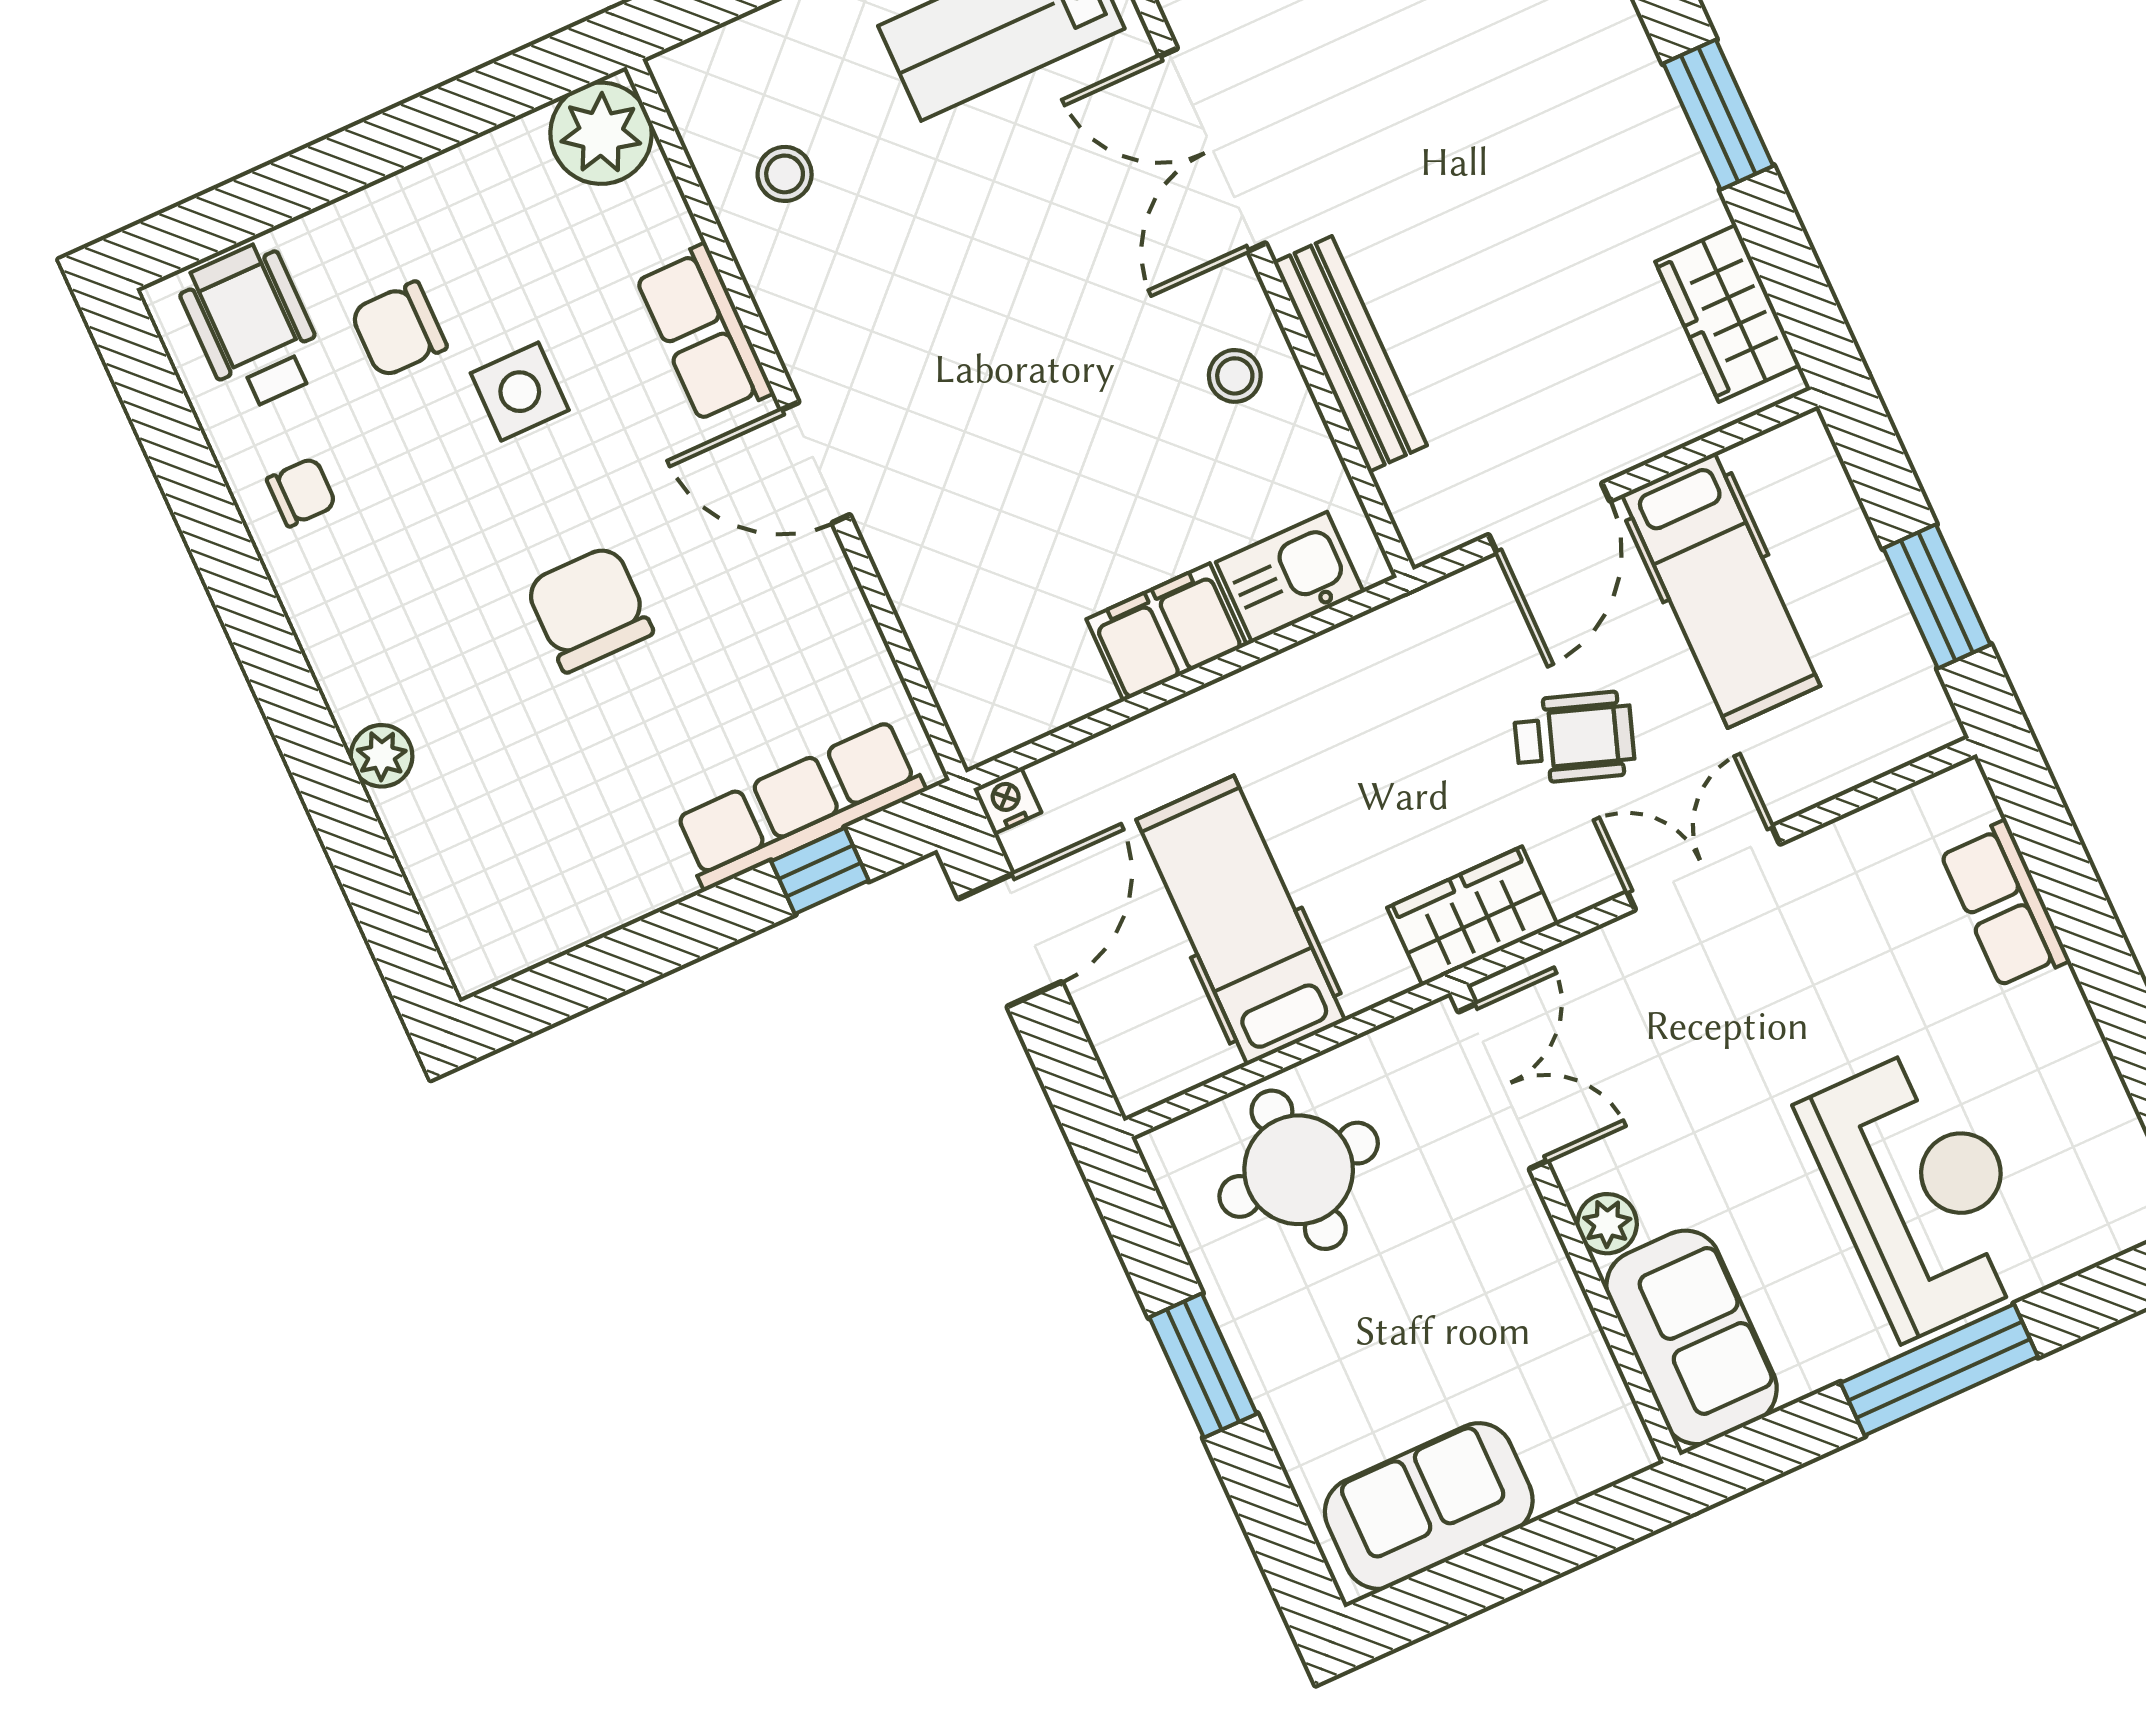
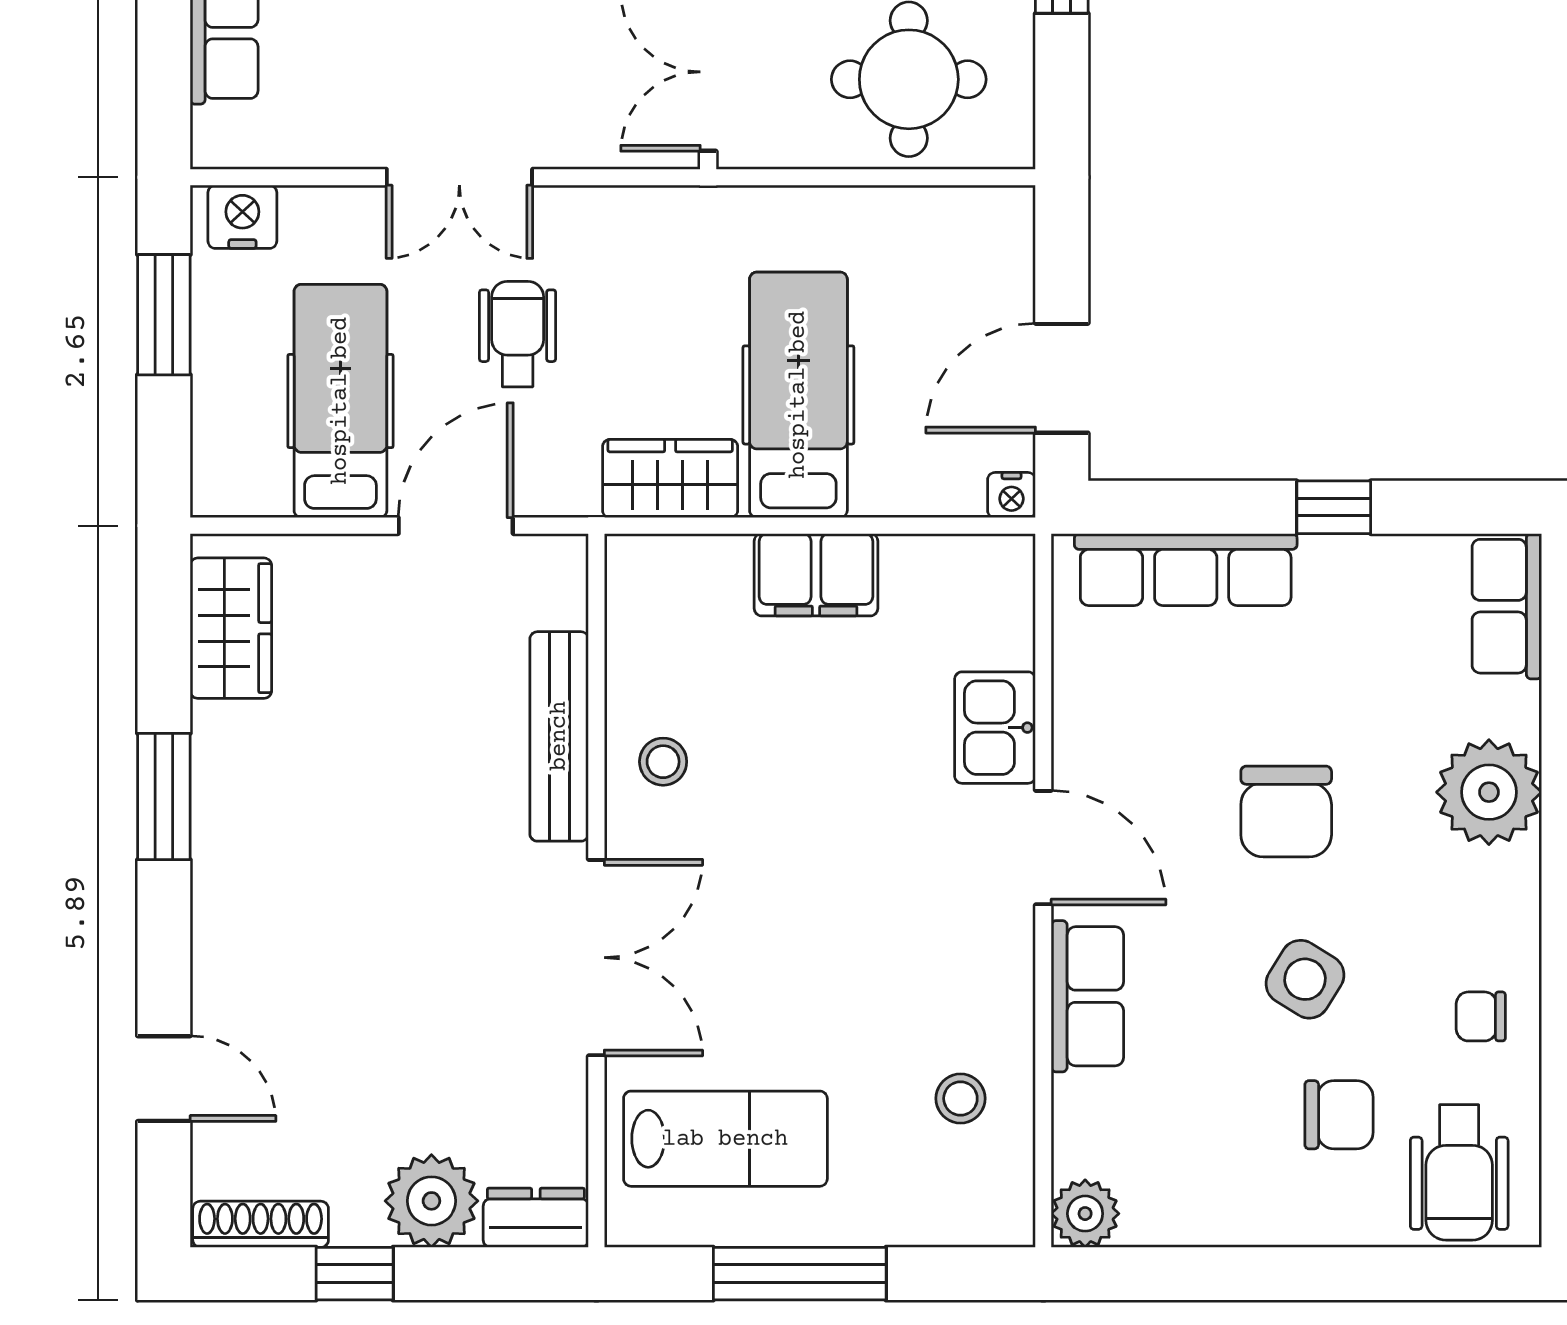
plant: (601, 133) -> (1085, 1214), width x0.73, depth x0.73
side table: (520, 392) -> (1305, 979), moved, turned 32
kitchen sink: (1290, 577) -> (995, 728), moved, turned 90
nightstand: (1903, 730) -> (242, 217), added
wheelchair: (1574, 737) -> (518, 334), turned 71
plant: (382, 756) -> (1489, 792), width x1.87, depth x1.87
window: (820, 871) -> (1334, 507), moved
row of seats: (462, 914) -> (1507, 606), added
wardrobe: (1472, 916) -> (670, 479), moved, turned 180
hospital bed: (1241, 920) -> (798, 395), moved, turned 180

